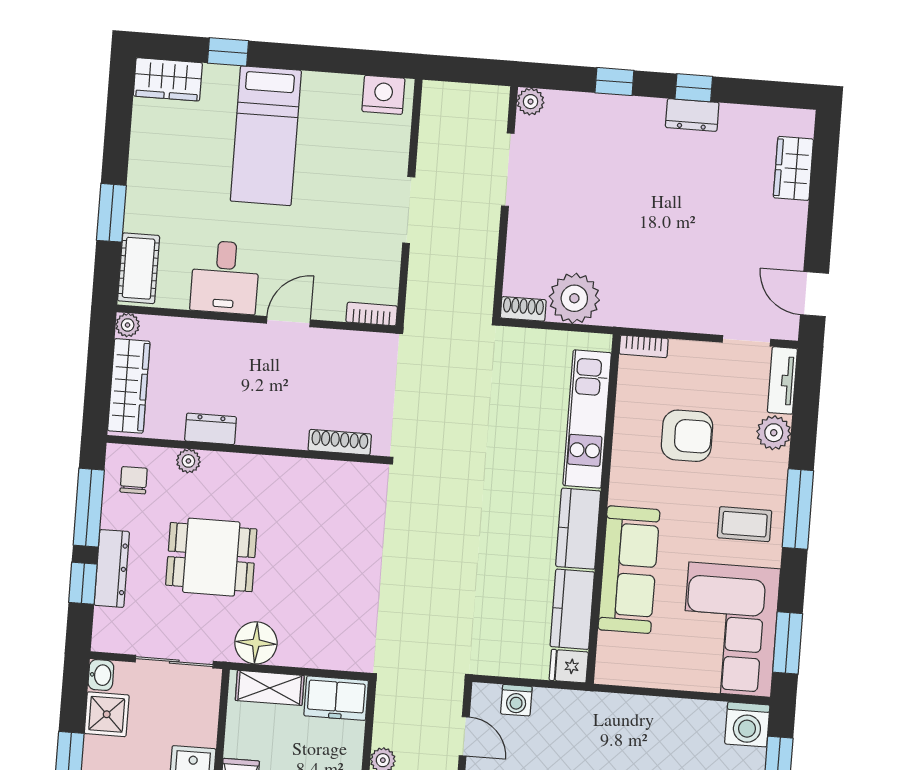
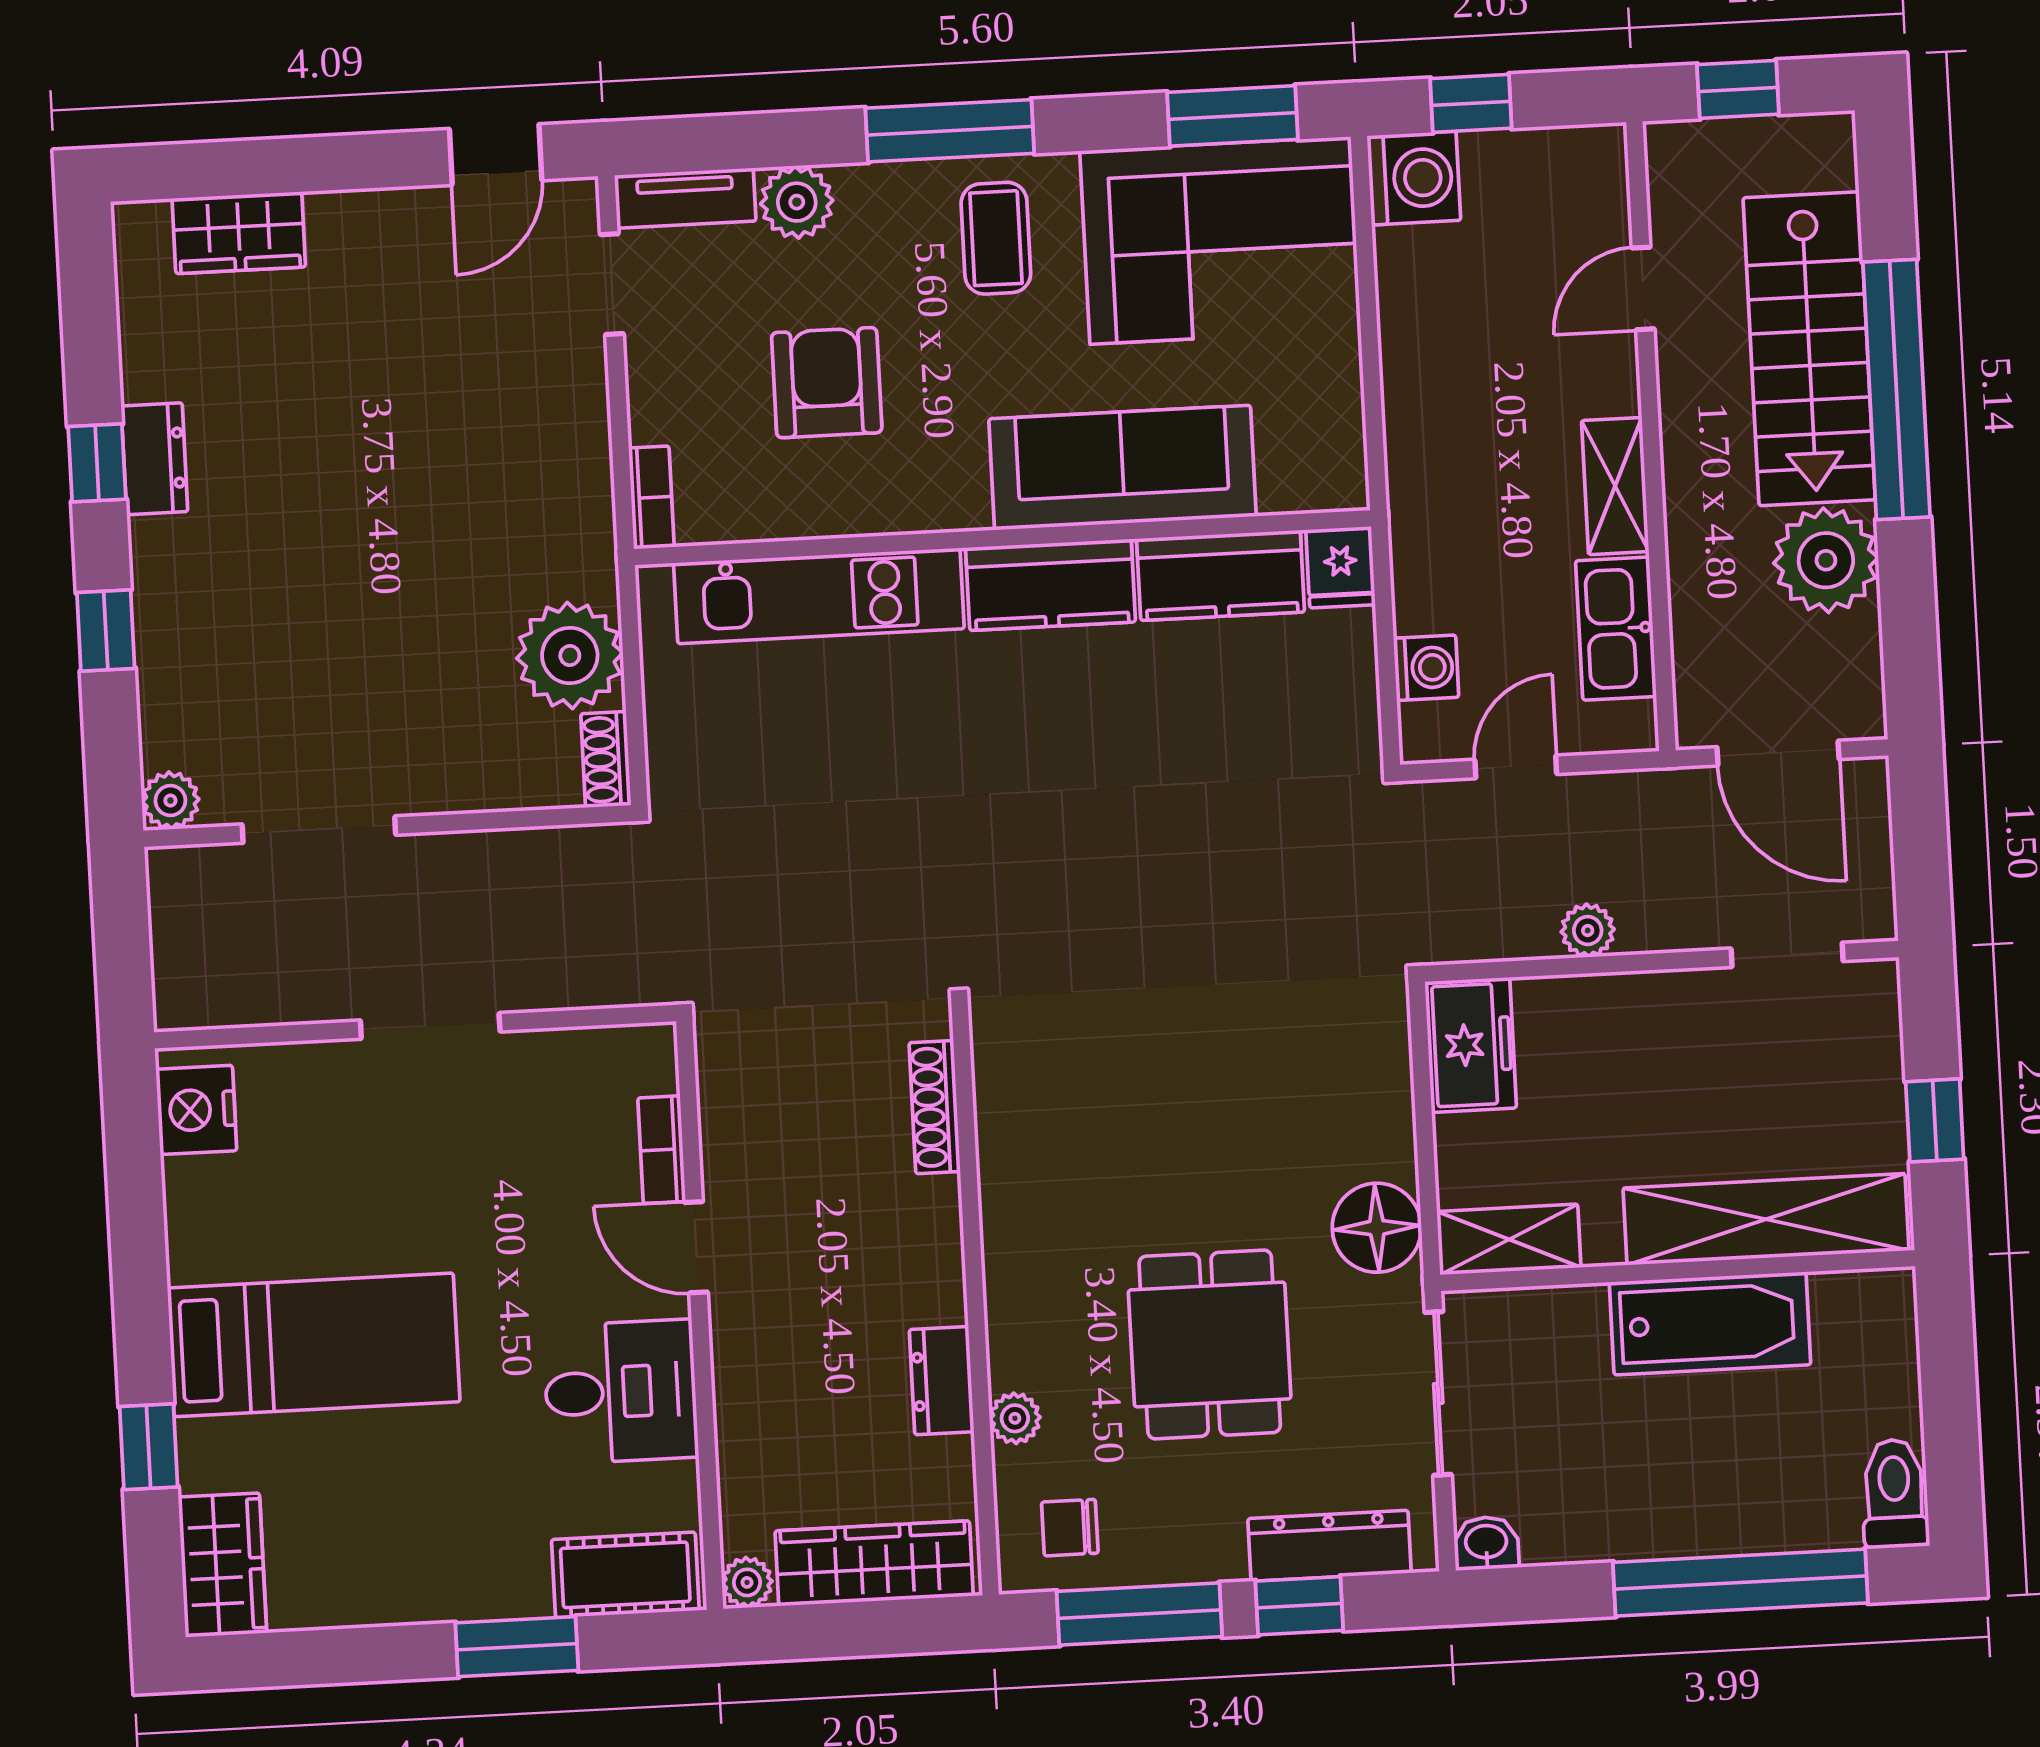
bookcase: (372, 314) -> (662, 1150), moved
dresser: (112, 568) -> (1330, 1546), moved
shelving: (270, 688) -> (1509, 1239), moved, turned 90
shower: (107, 714) -> (1567, 1520), removed

